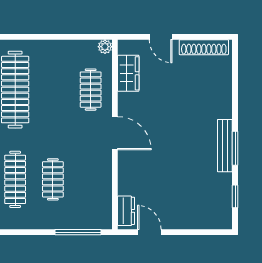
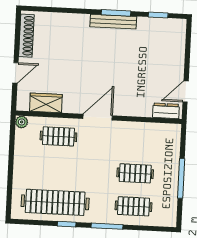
clothes rail: (15, 179) -> (133, 206), width x0.73
window: (78, 232) -> (181, 178), moved

